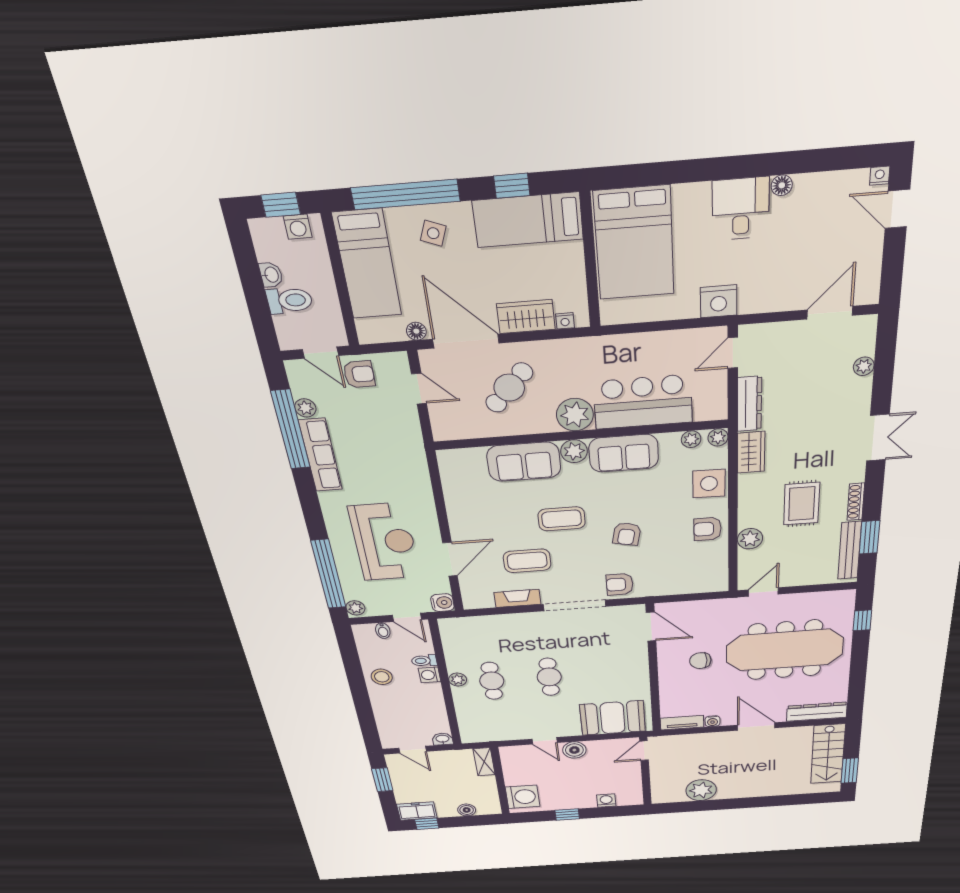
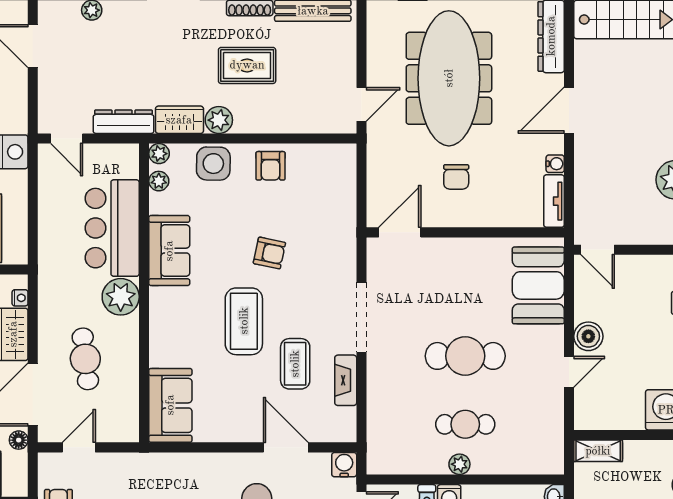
cafe table: (509, 388) -> (85, 359), turned 40
plant: (574, 451) -> (162, 301), removed
sofa: (524, 462) -> (170, 405), moved
coffee table: (562, 519) -> (244, 321), width x1.36, depth x1.32
plant: (750, 539) -> (219, 120), moved
armchair: (620, 584) -> (336, 265), removed
door: (763, 592) -> (361, 104), swing flipped
cafe table: (549, 677) -> (465, 356), width x1.37, depth x1.35

